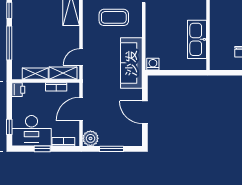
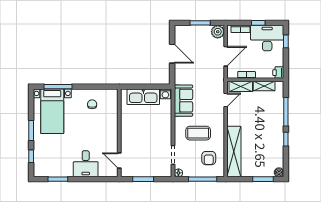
kitchen sink: (197, 39) -> (143, 97), moved, turned 90
sofa: (131, 63) -> (183, 101), width x0.73

